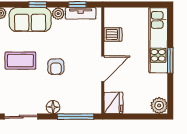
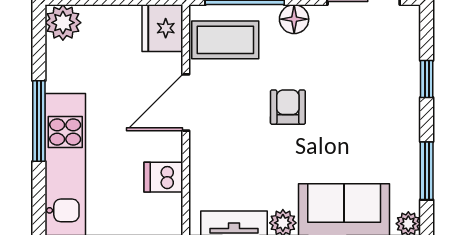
window: (170, 60) -> (39, 121), width x1.44
coffee table: (20, 61) -> (225, 40), moved

